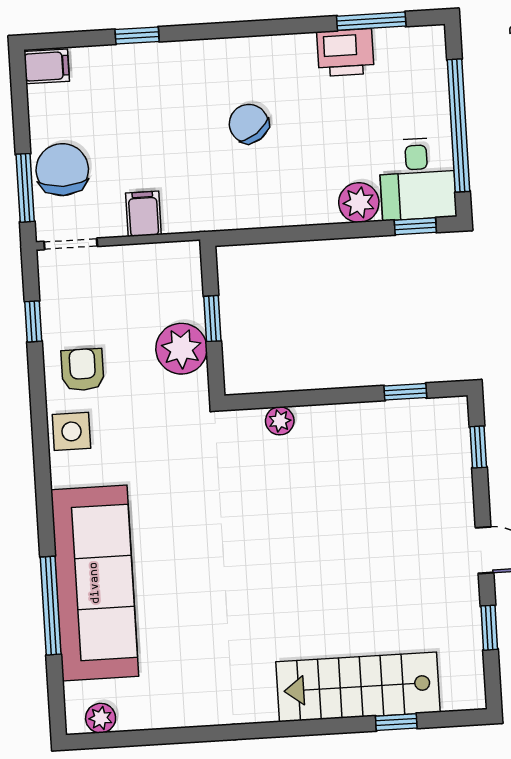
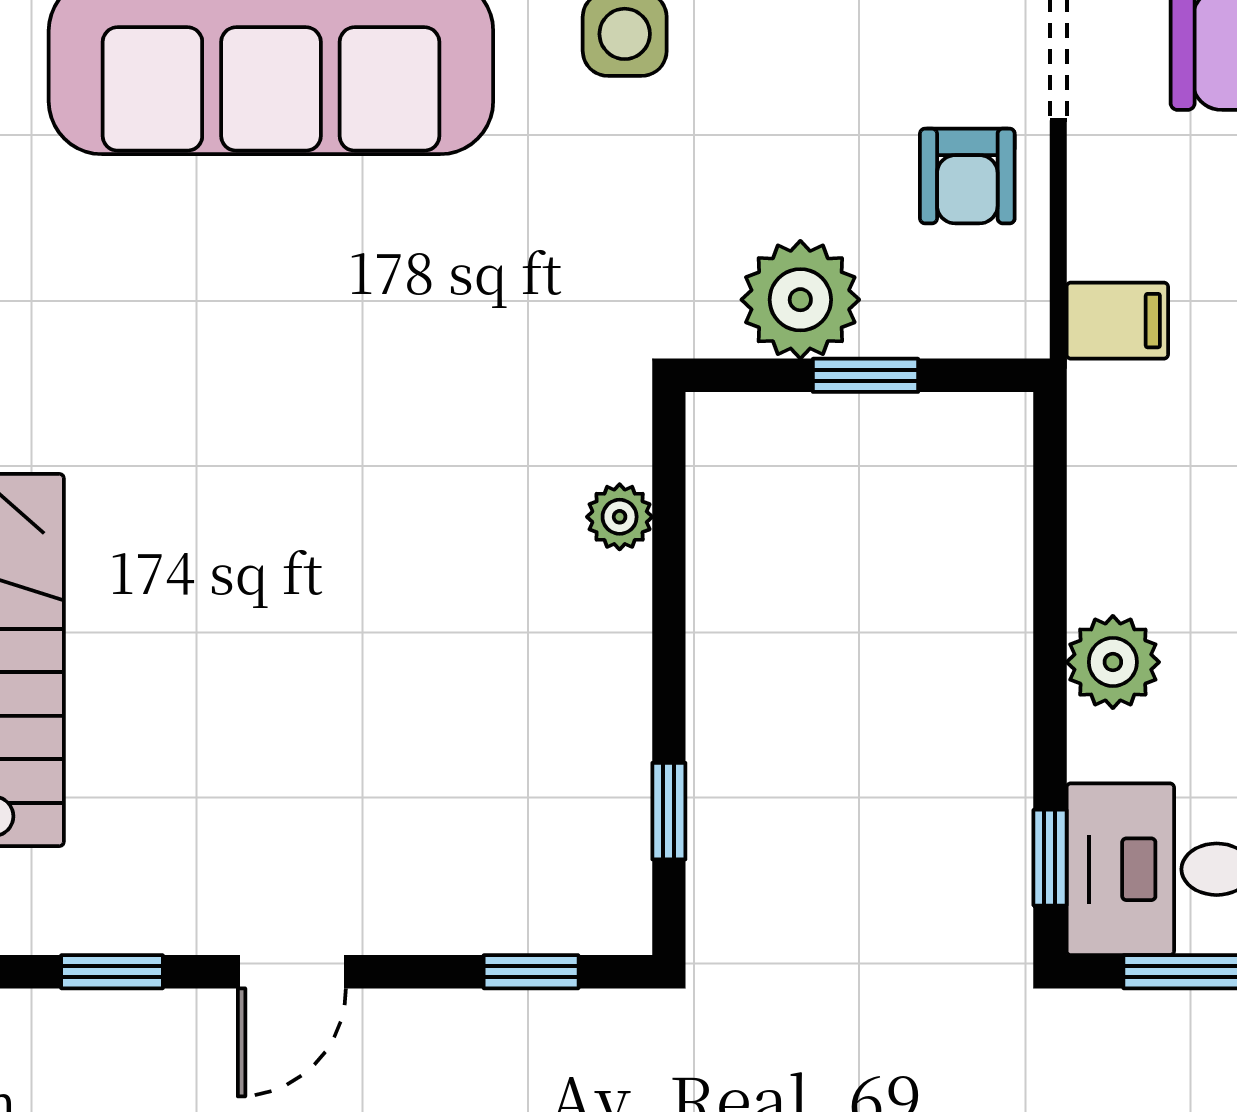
plant: (359, 203) -> (1113, 662), moved
filing cabinet: (143, 214) -> (1117, 321), moved
armchair: (83, 370) -> (967, 176), moved, turned 90

